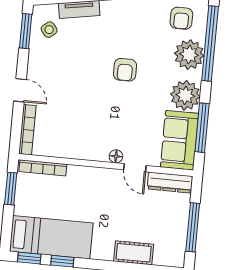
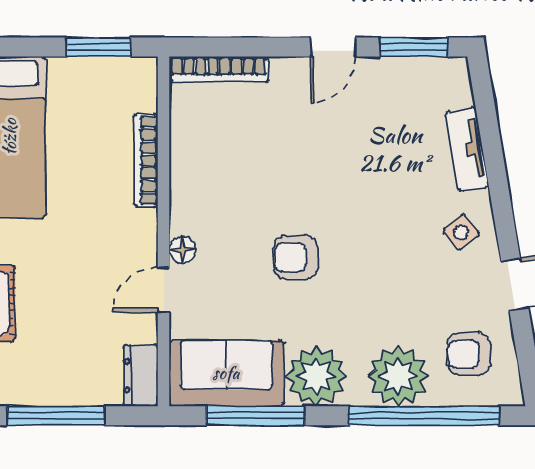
side table: (49, 30) -> (461, 232), moved
armchair: (125, 70) -> (296, 257), moved
door: (20, 90) -> (333, 47), moved
bookcase: (43, 168) -> (146, 160), moved
dresser: (170, 183) -> (141, 376), width x0.70

